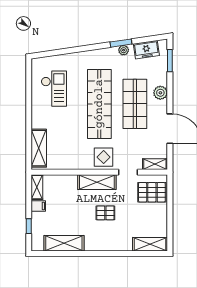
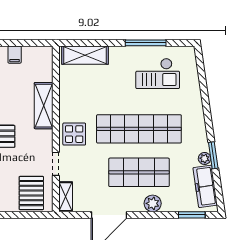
freezer: (146, 50) -> (205, 186), width x1.40
window: (29, 99) -> (146, 43), added
shelving: (97, 182) -> (44, 106), moved
shelving: (37, 187) -> (38, 53), removed

